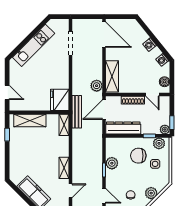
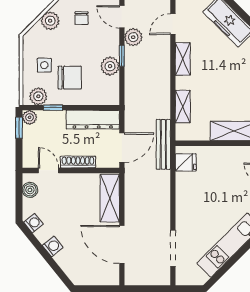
door: (104, 35) -> (122, 245), moved
plant: (97, 86) -> (133, 37), moved
fridge: (60, 100) -> (186, 162), width x0.53, depth x0.75
shelving: (64, 125) -> (183, 107), moved

